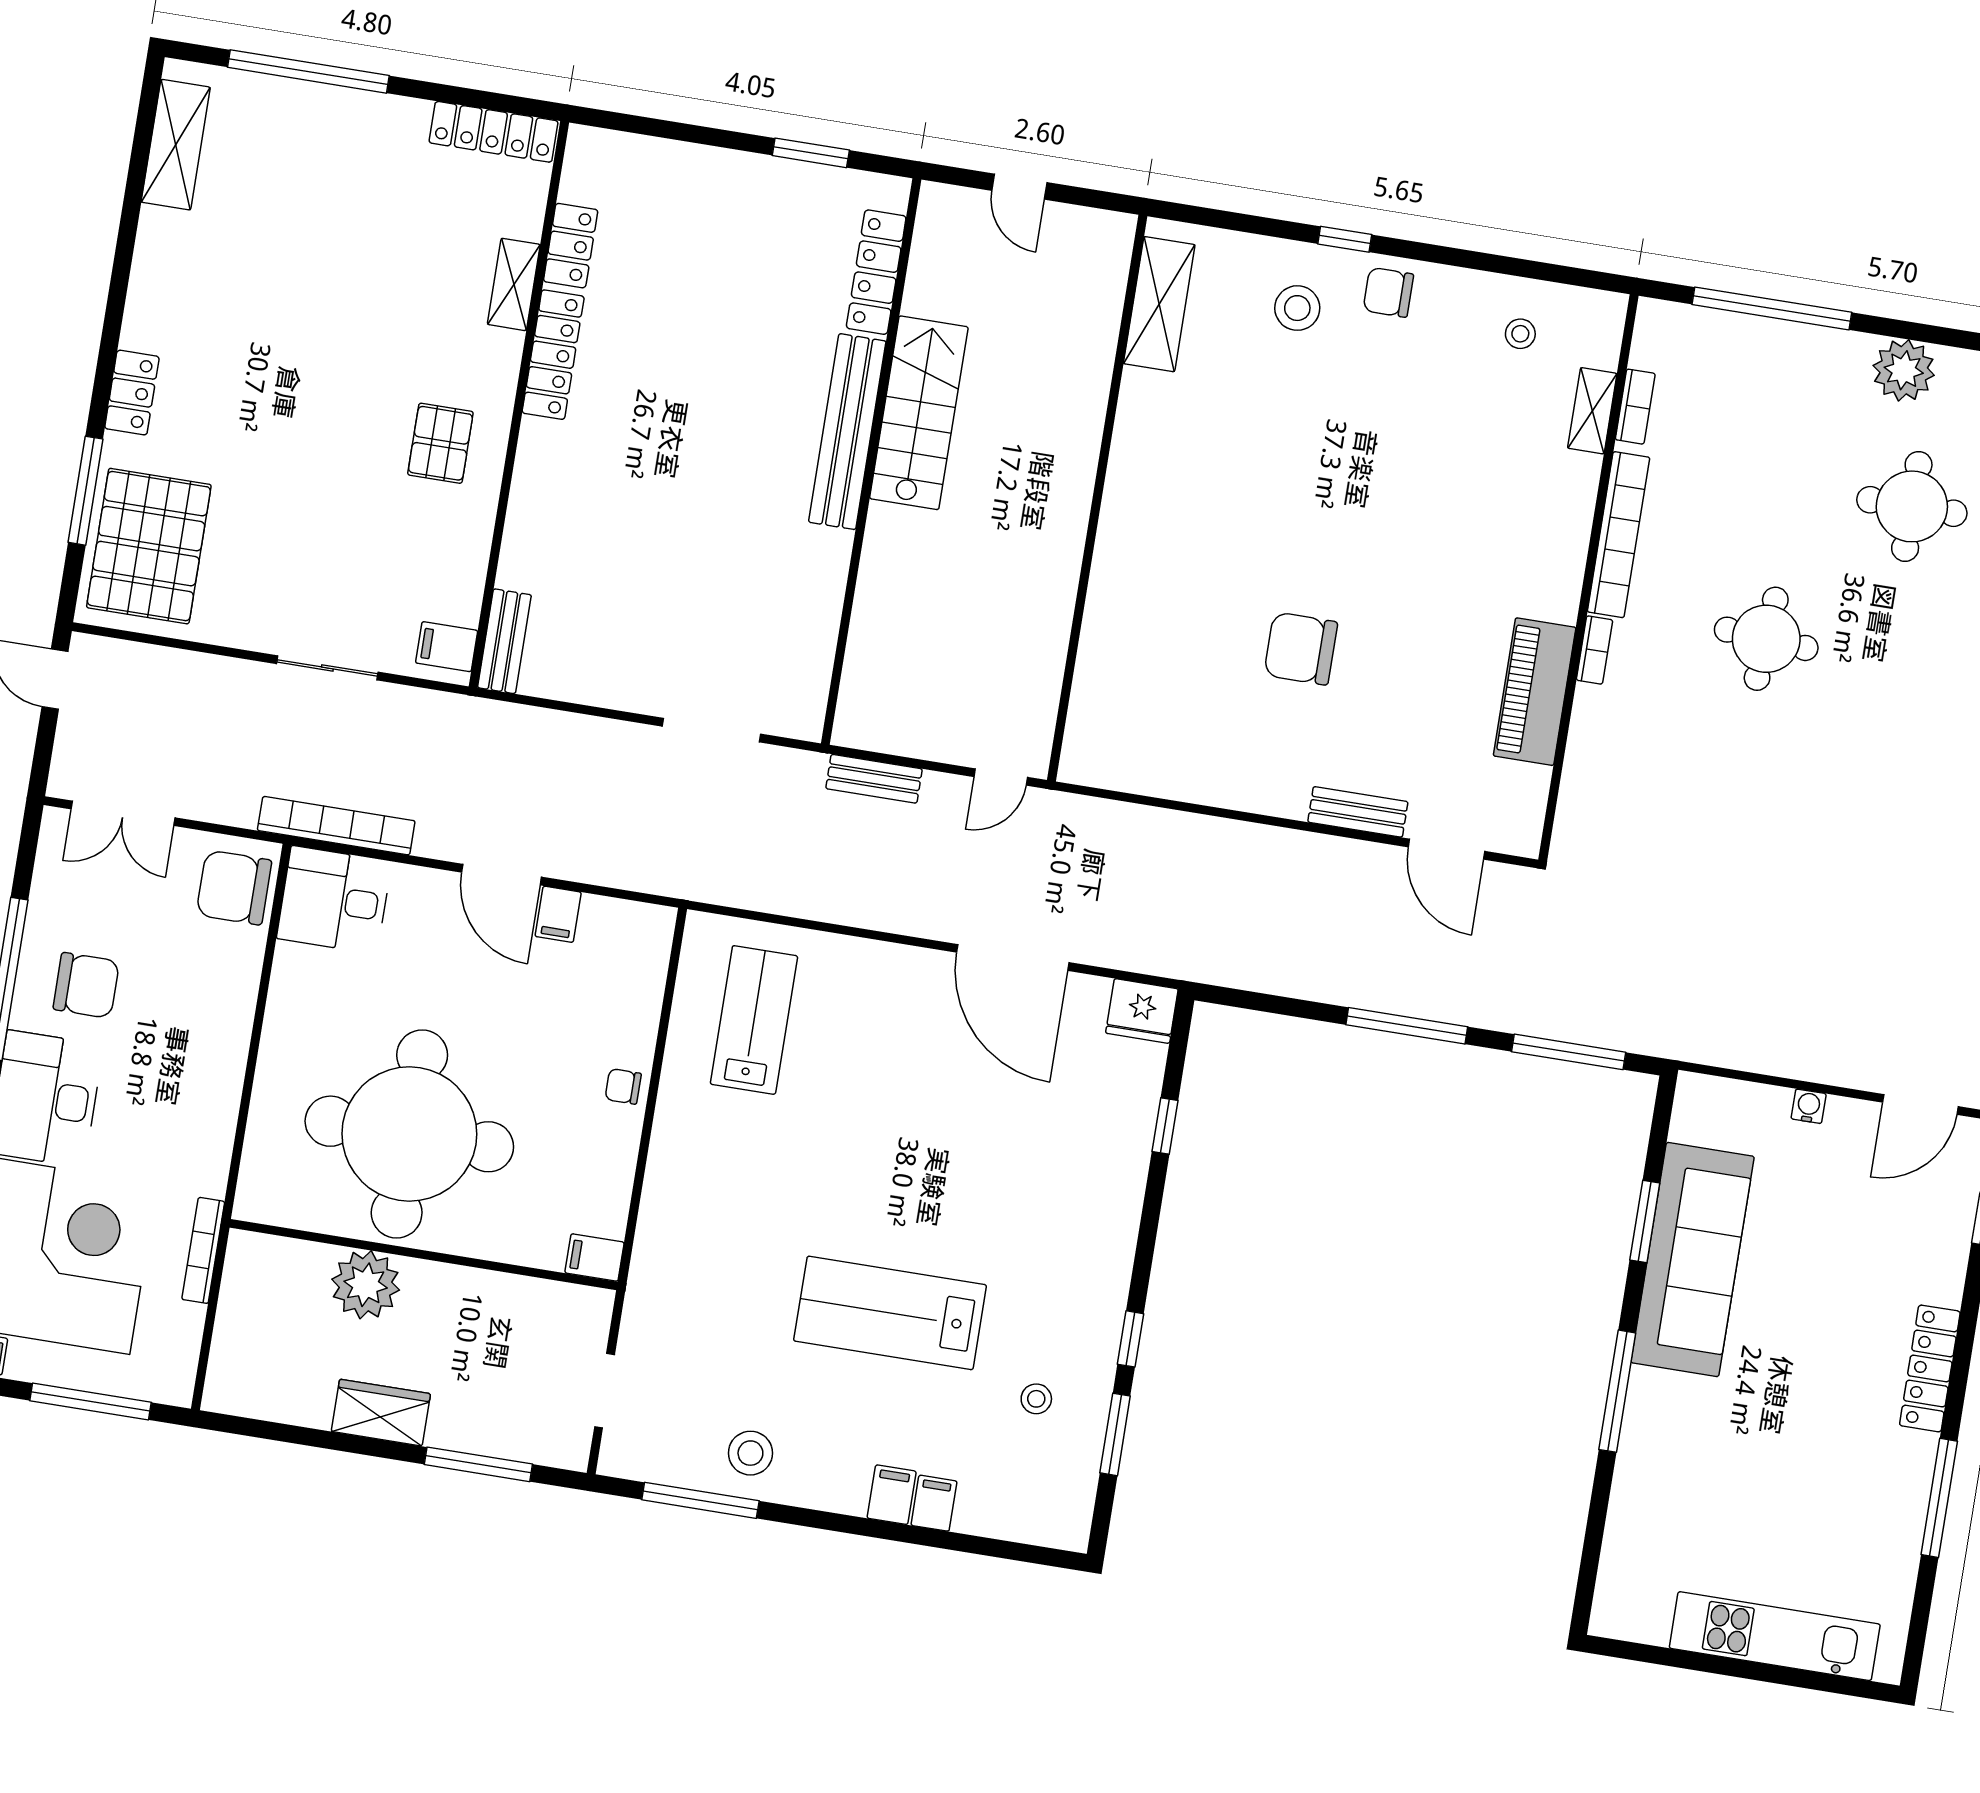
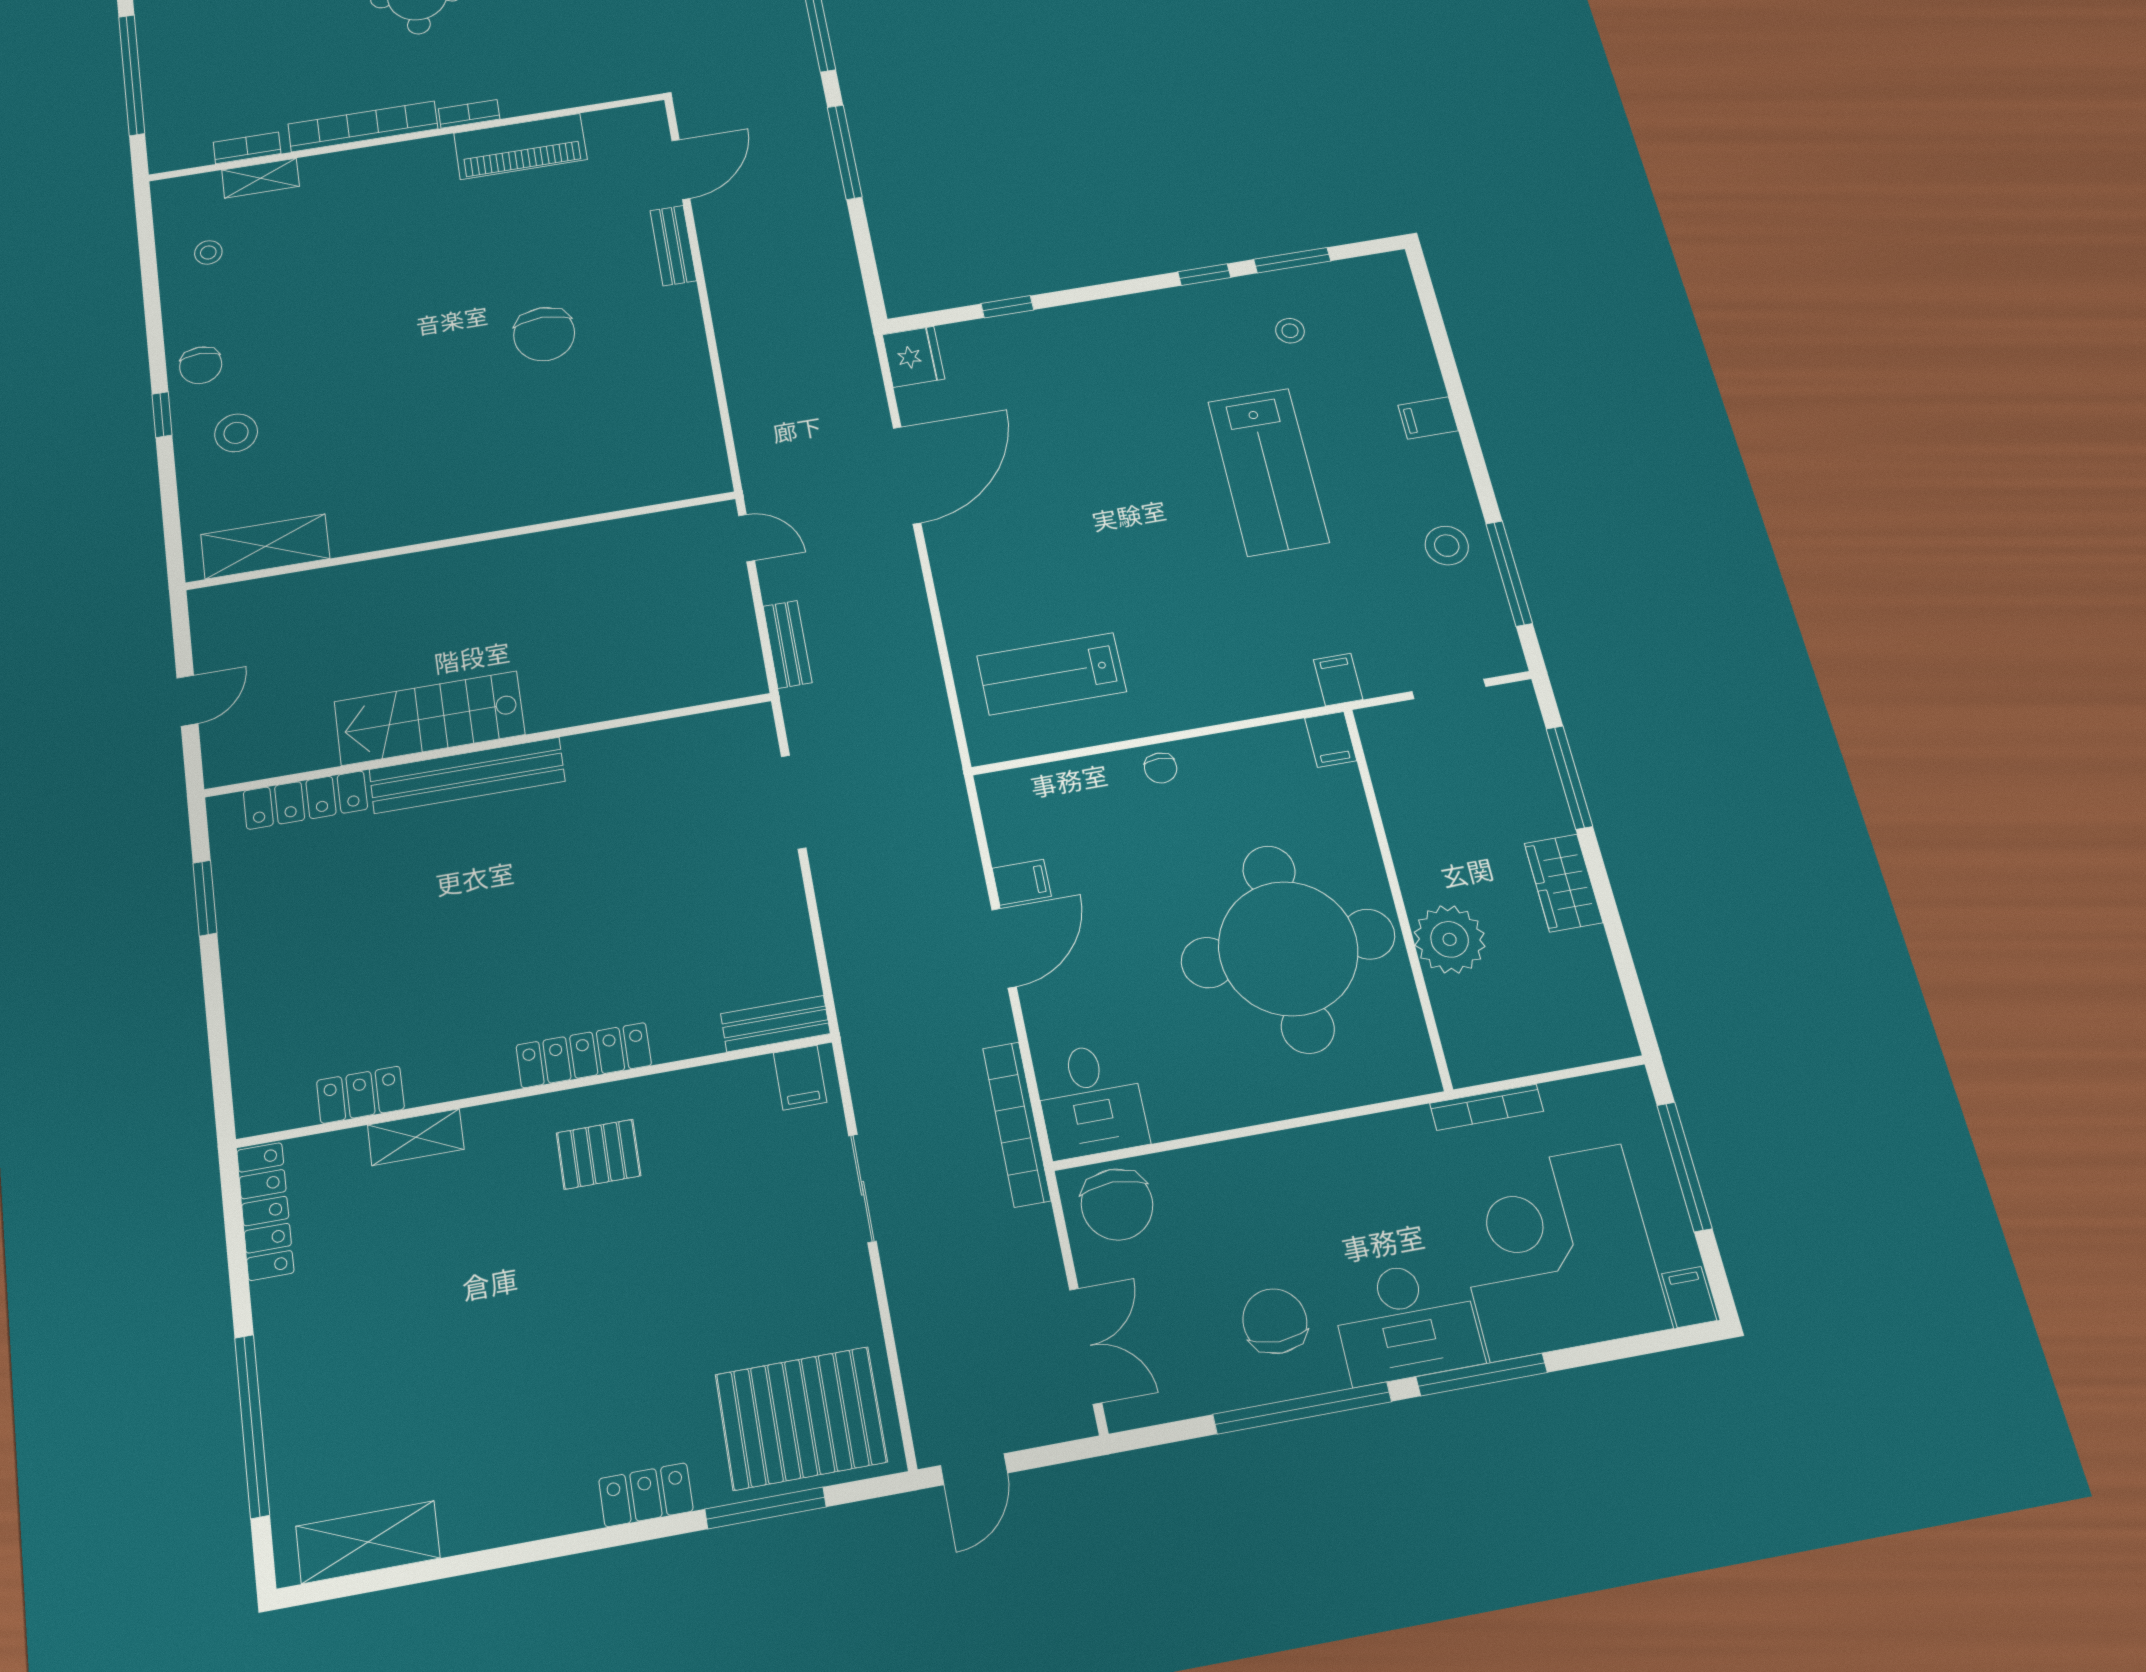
locker: (553, 355) -> (584, 1055), moved
filing cabinet: (934, 1503) -> (1338, 680), moved, turned 90

